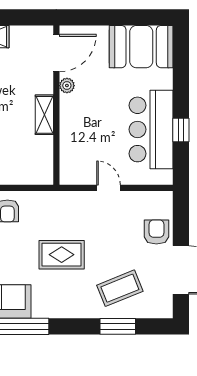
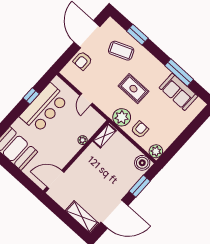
plant: (67, 86) -> (83, 140), moved
shelving: (44, 115) -> (104, 136), moved
plant: (44, 206) -> (122, 117), added

